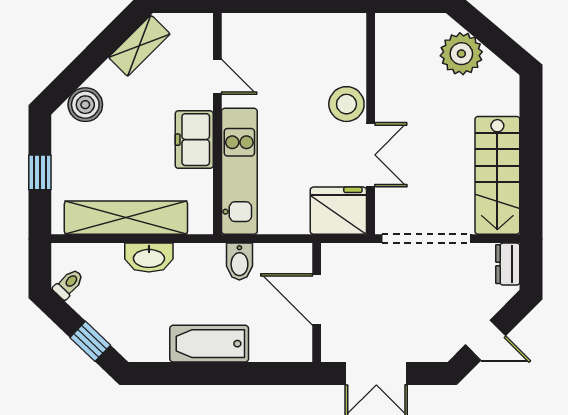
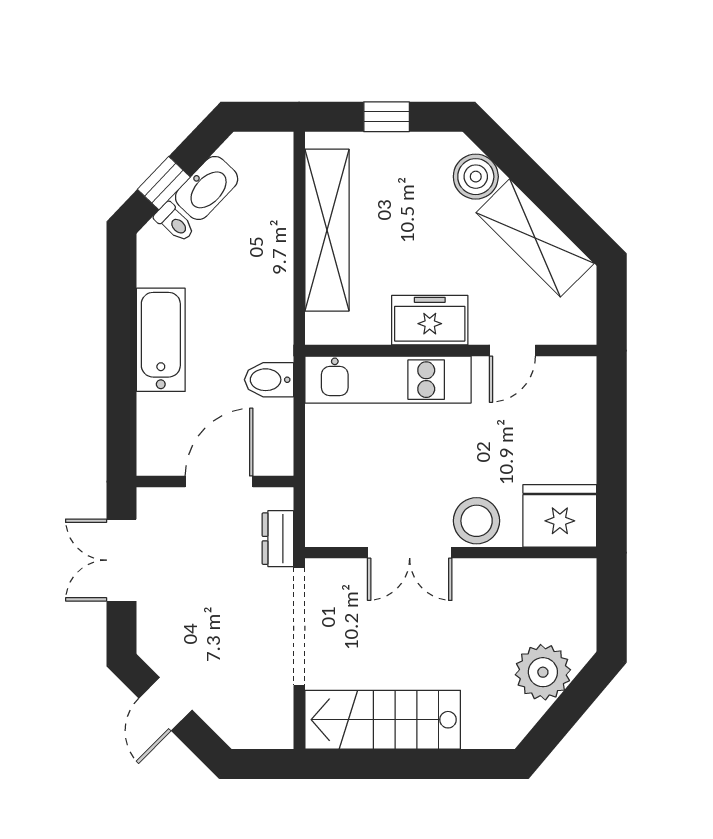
shelving: (139, 46) -> (535, 238), width x1.50, depth x1.33
fridge: (338, 211) -> (560, 516), moved, turned -90
washbasin: (149, 258) -> (207, 188), moved, turned -136
dresser: (508, 264) -> (278, 539), moved, turned -90
toilet: (68, 284) -> (175, 222), moved

